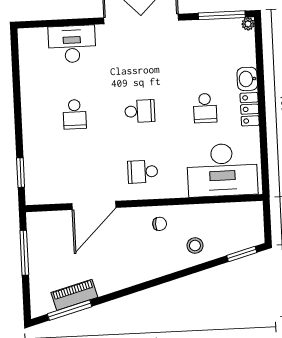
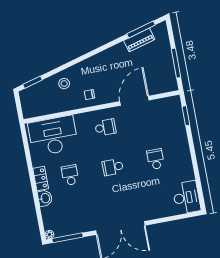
desk: (72, 44) -> (186, 197), moved, turned -90

